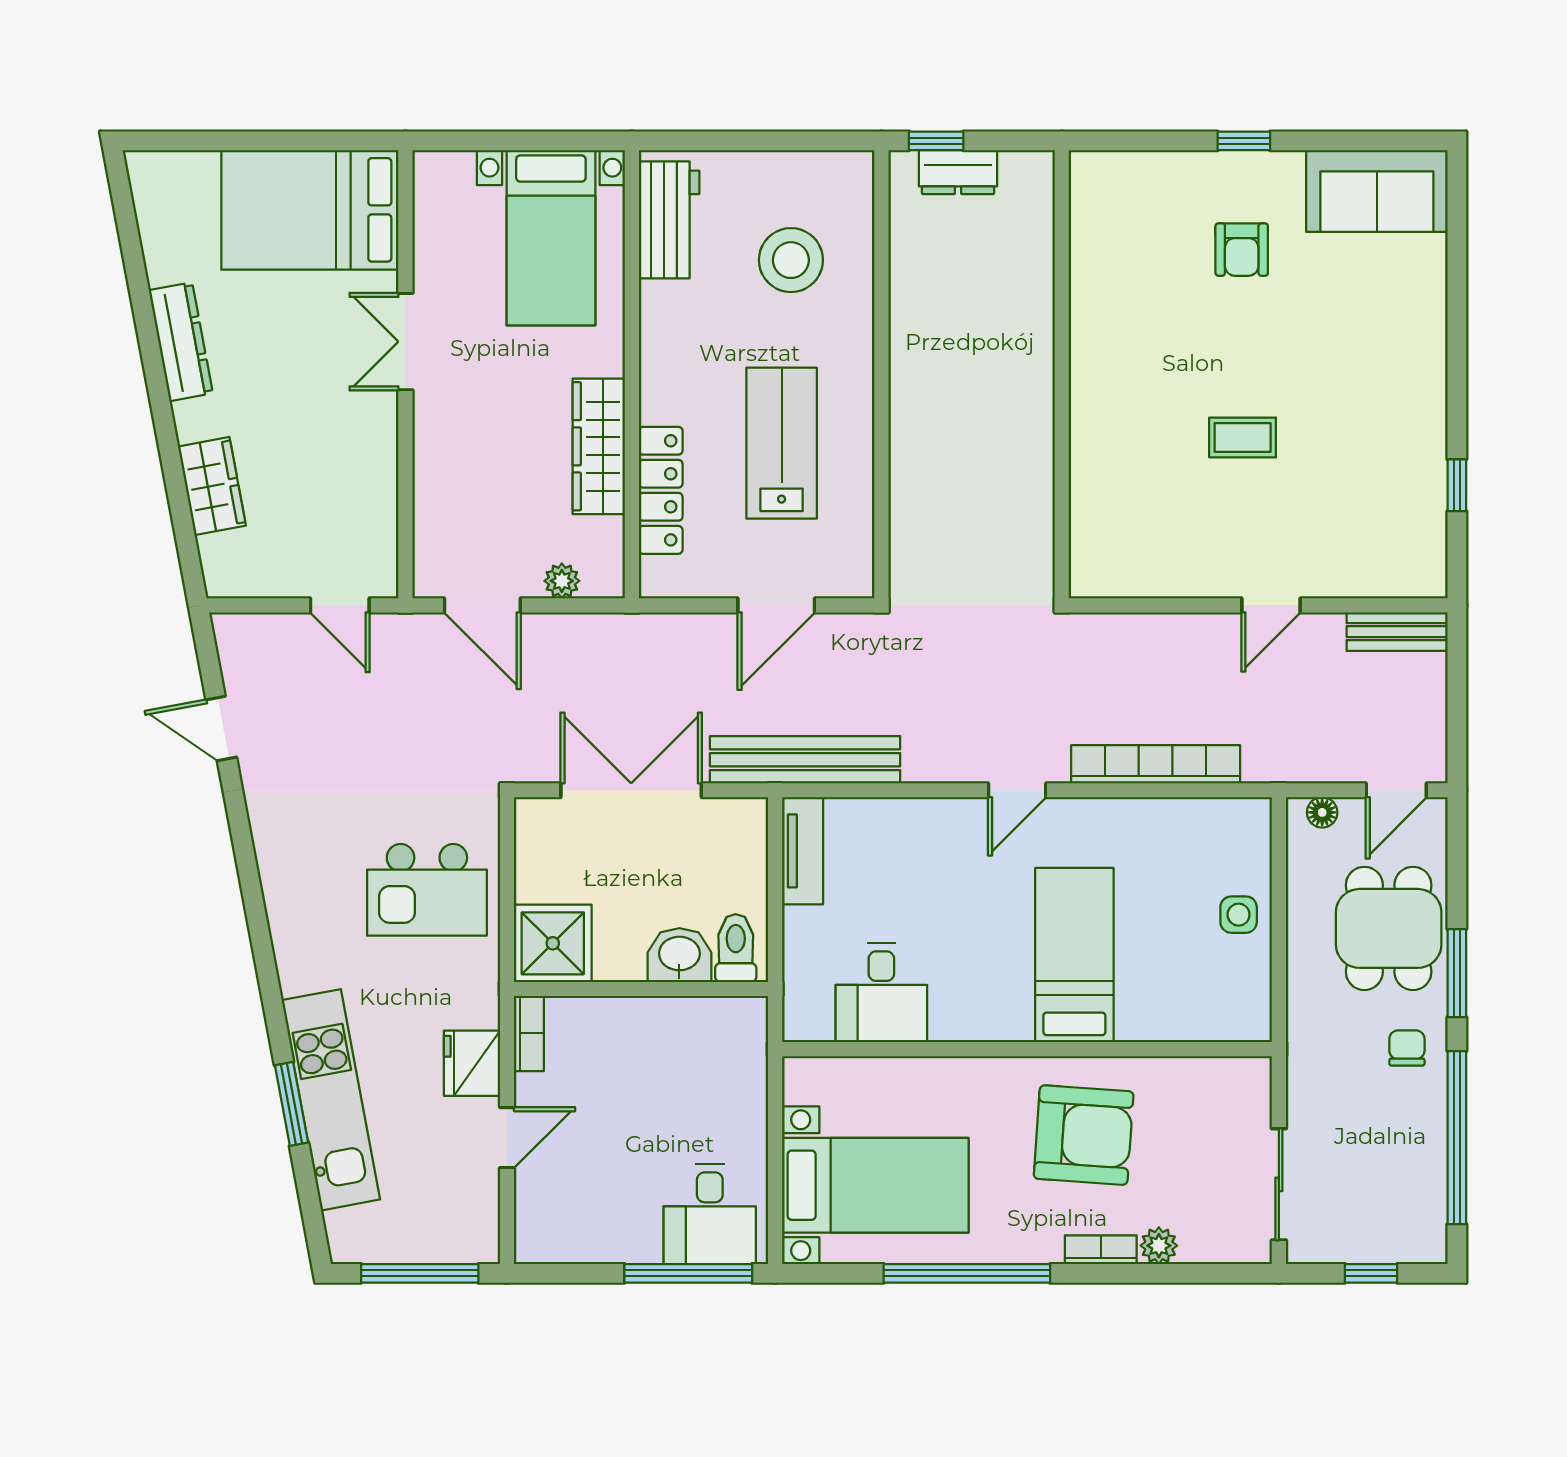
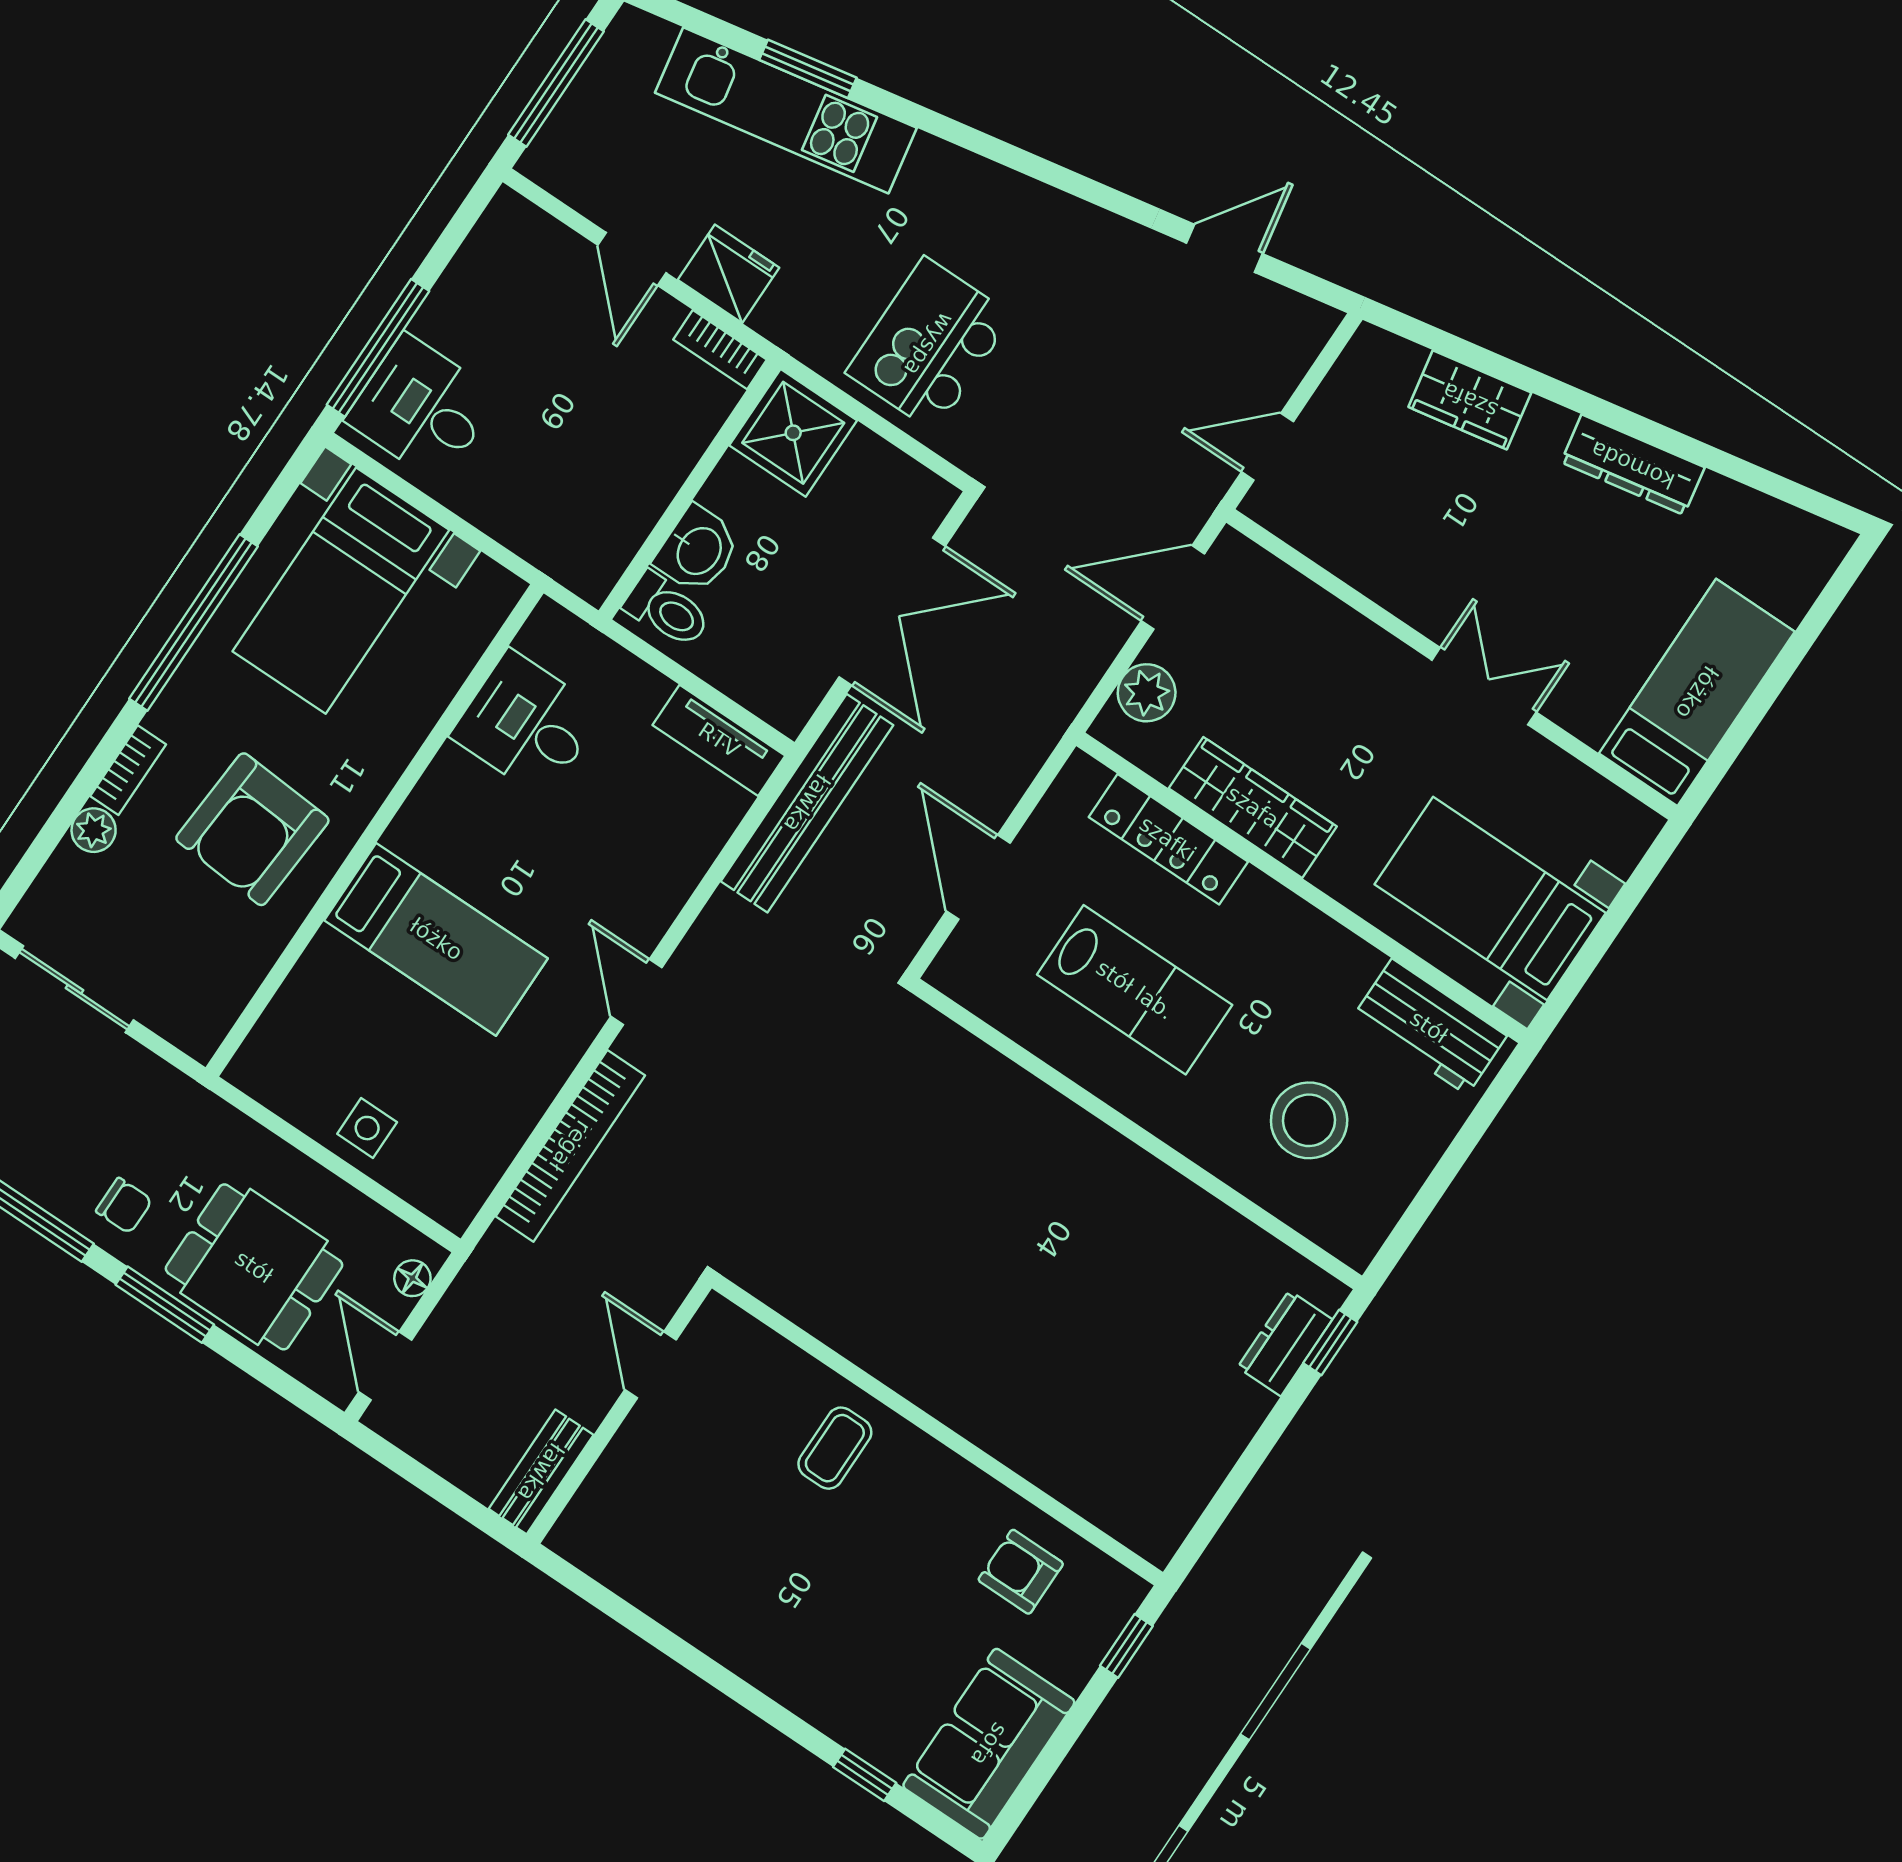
bed: (310, 210) -> (1697, 692), width x0.67
wall: (1062, 374) -> (937, 1430), moved
window: (1457, 485) -> (865, 1775), moved
plant: (562, 581) -> (1147, 693), width x1.38, depth x1.38

